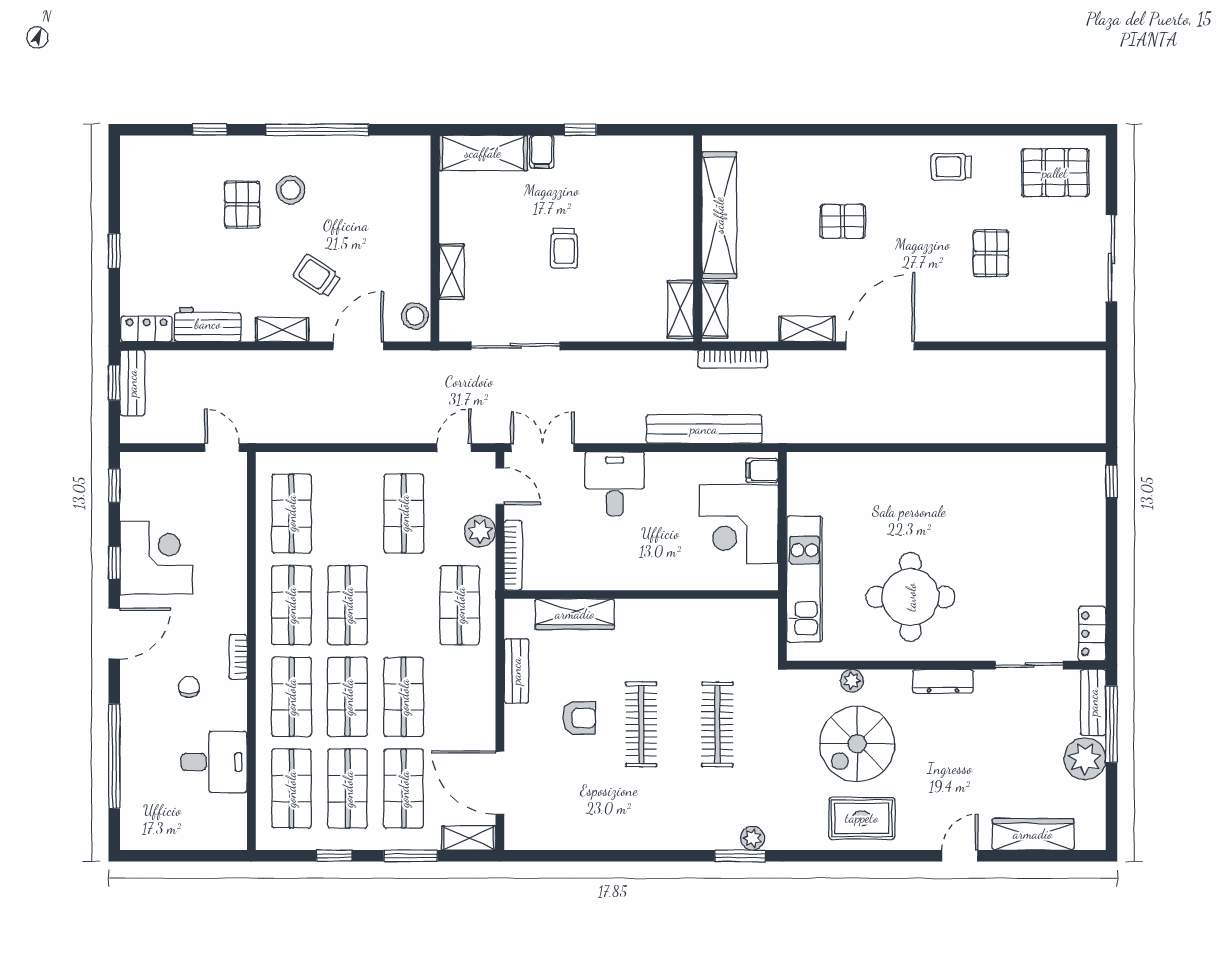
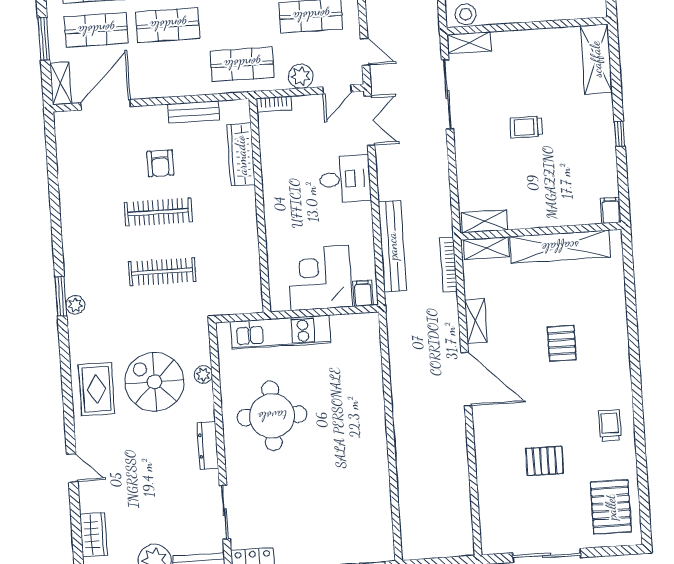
filing cabinet: (542, 152) -> (611, 210), moved, turned 90
shelving: (452, 272) -> (469, 43), moved
bookcase: (513, 555) -> (274, 104), width x0.64
wardrobe: (1033, 834) -> (94, 535), width x0.67

